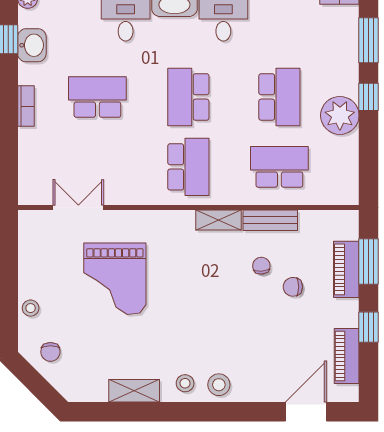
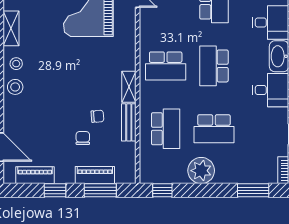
school desk: (188, 97) -> (214, 66), turned -90
window: (369, 97) -> (162, 190), moved

